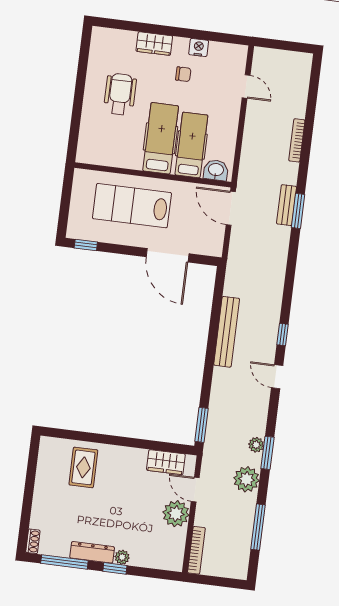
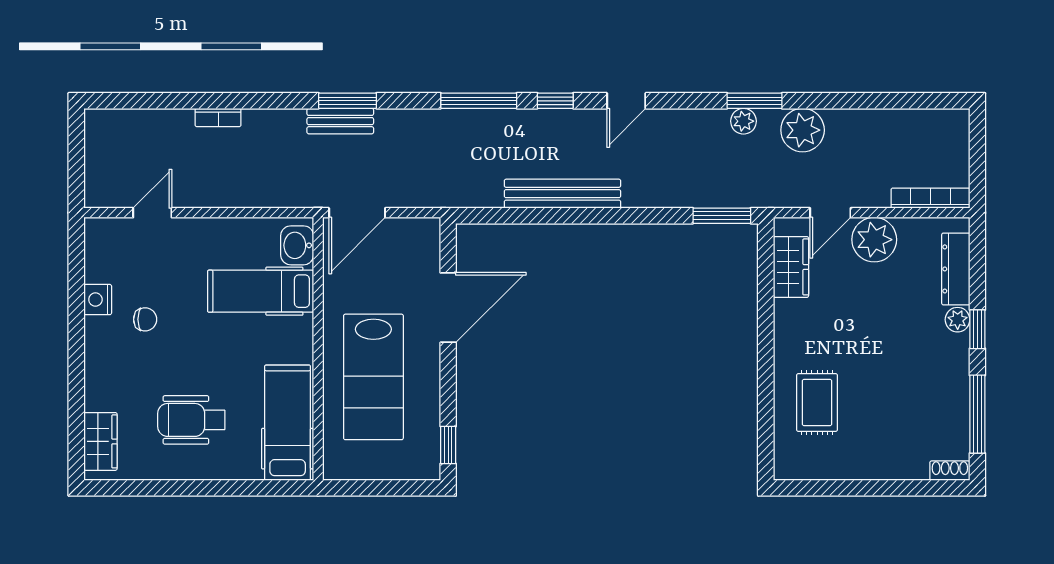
wardrobe: (154, 44) -> (100, 441), moved
chair: (183, 74) -> (145, 319), turned 90
hospital bed: (161, 138) -> (288, 423), moved, turned 90
bookcase: (297, 140) -> (218, 118), width x0.64
rug: (83, 467) -> (817, 402), turned 90
window: (258, 527) -> (479, 101), moved
dresser: (92, 552) -> (956, 269), moved

